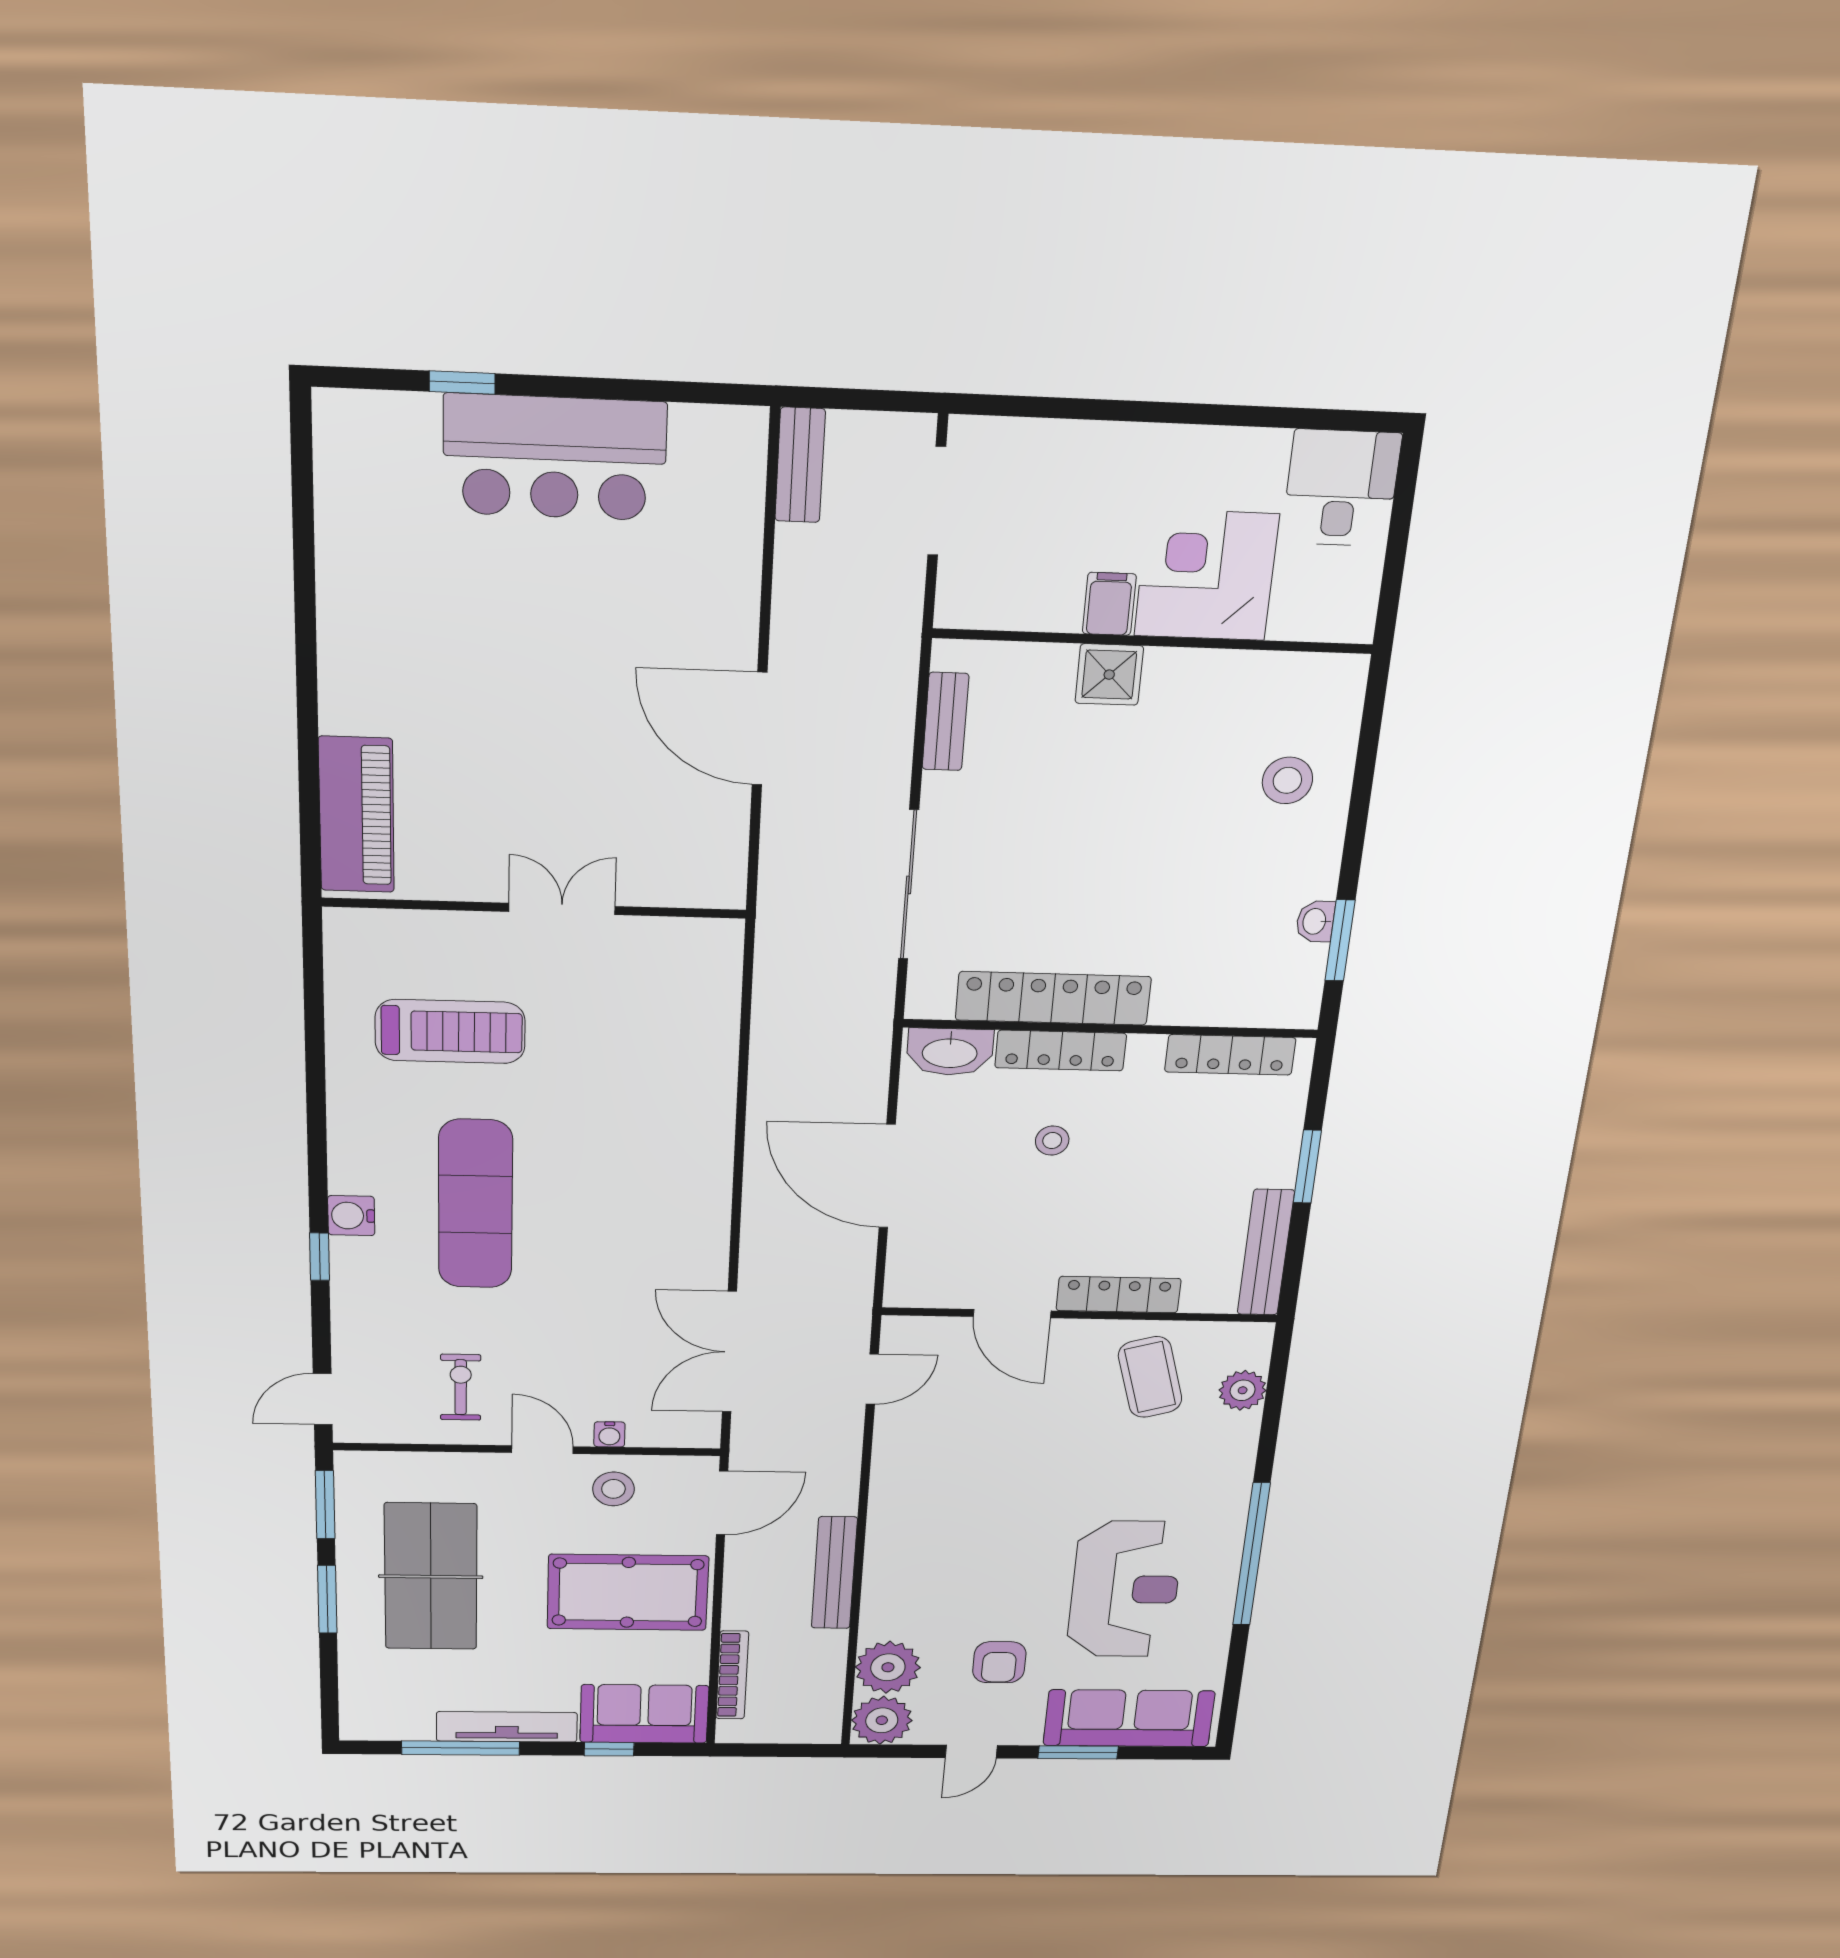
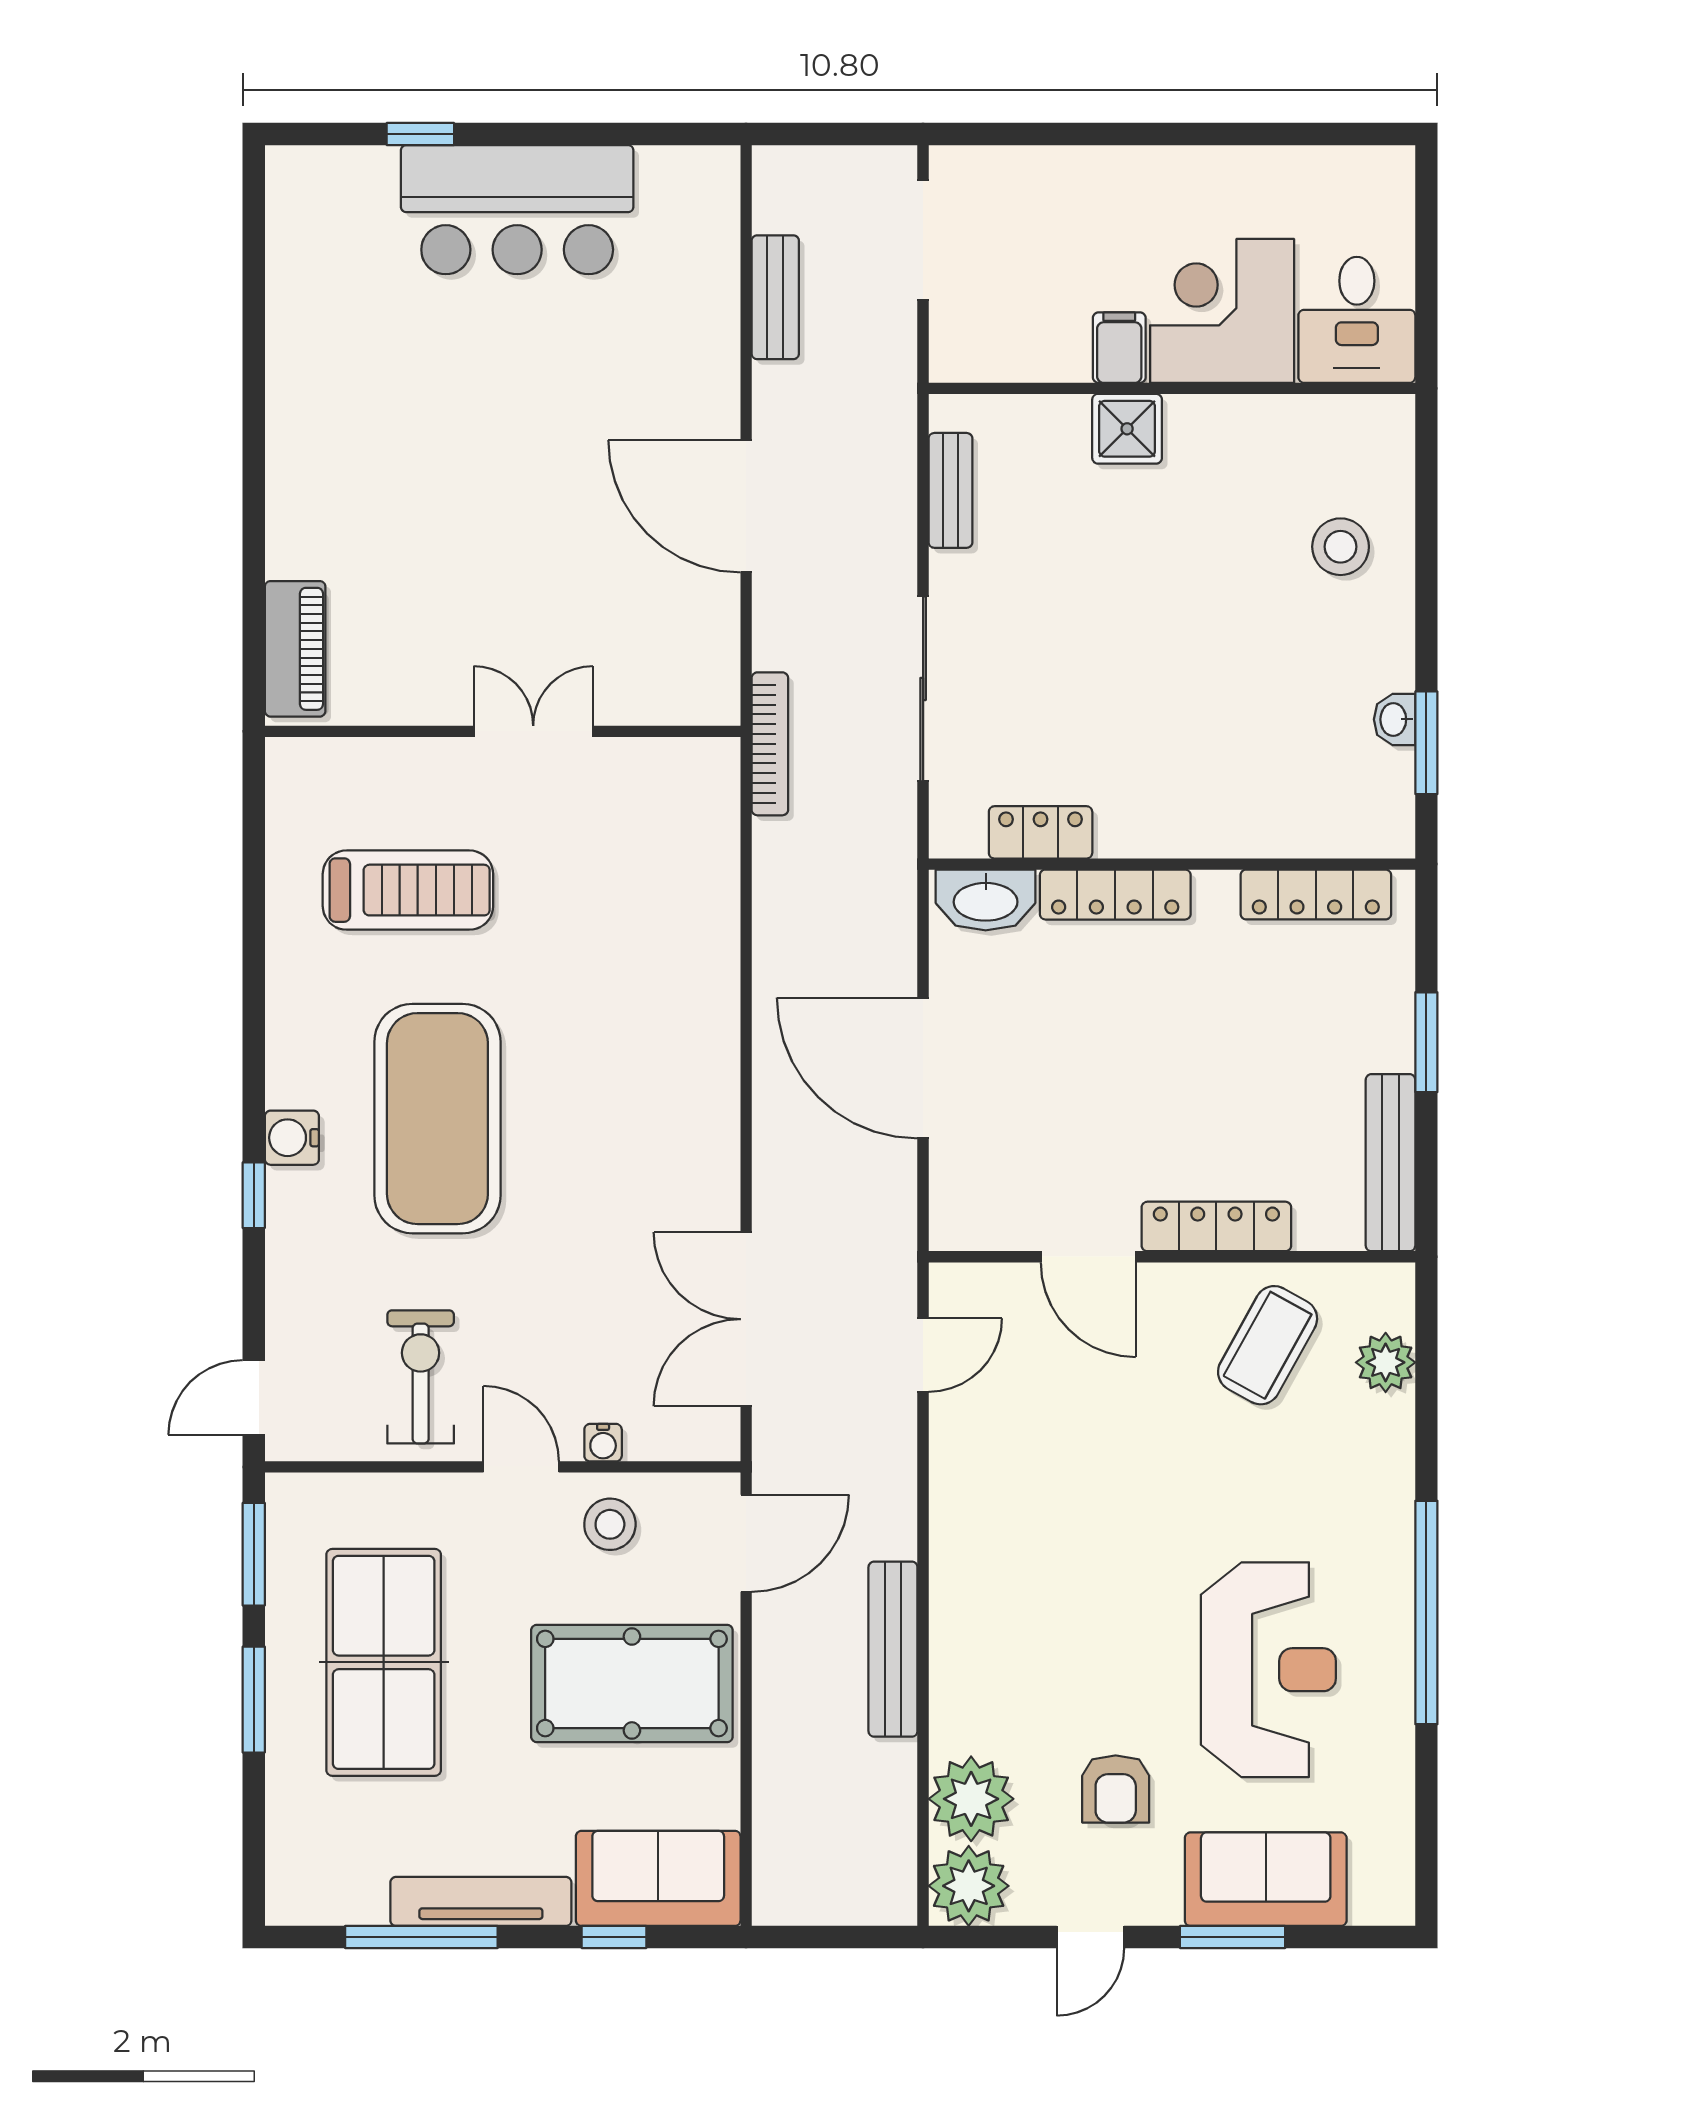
bench: (800, 465) -> (775, 297), moved
desk: (1341, 488) -> (1357, 320), moved, turned 180
piano: (356, 815) -> (295, 649), width x0.73, depth x0.75
locker: (1053, 998) -> (1041, 832), width x0.46, depth x0.83
stool: (1052, 1141) -> (1116, 1015), removed
exercise mat: (475, 1204) -> (437, 1119), width x1.47
coffee table: (1150, 1377) -> (1268, 1345), turned 45
exercise bike: (461, 1387) -> (421, 1377), width x1.38, depth x1.39
bookcase: (732, 1675) -> (770, 744), moved
sofa: (1129, 1718) -> (1266, 1879), width x0.73

